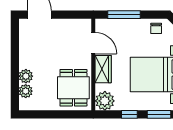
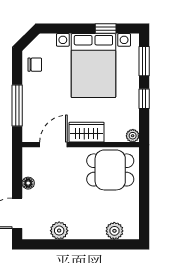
floor lamp: (63, 23) -> (28, 183), added
plant: (26, 76) -> (59, 231), moved
plant: (105, 101) -> (133, 136), width x0.53, depth x0.53

